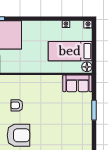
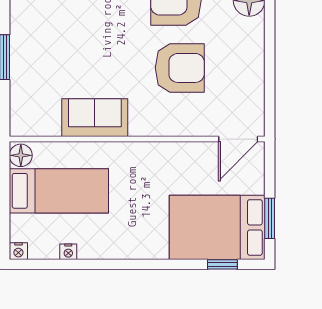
sofa: (77, 83) -> (95, 118), moved
armchair: (17, 105) -> (180, 68), width x1.88, depth x1.88

